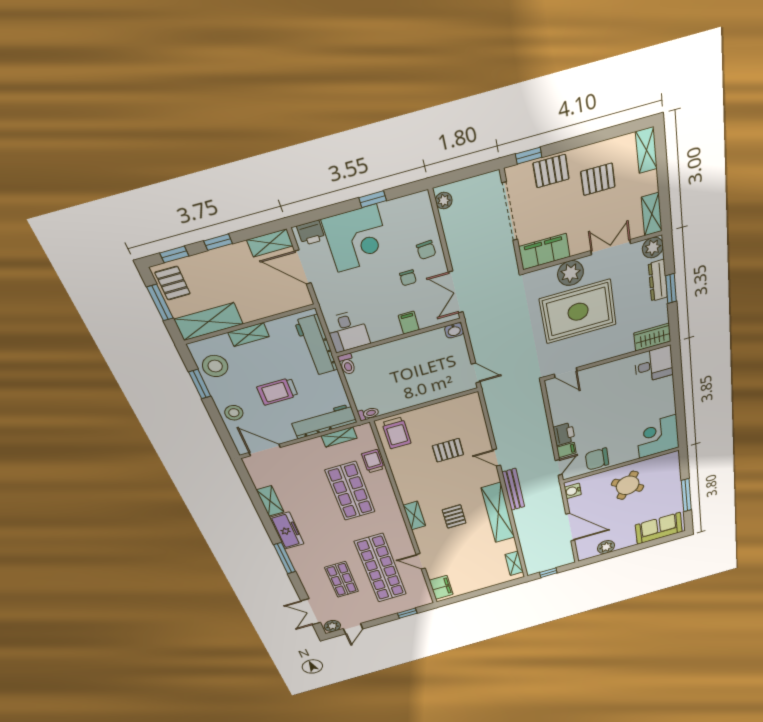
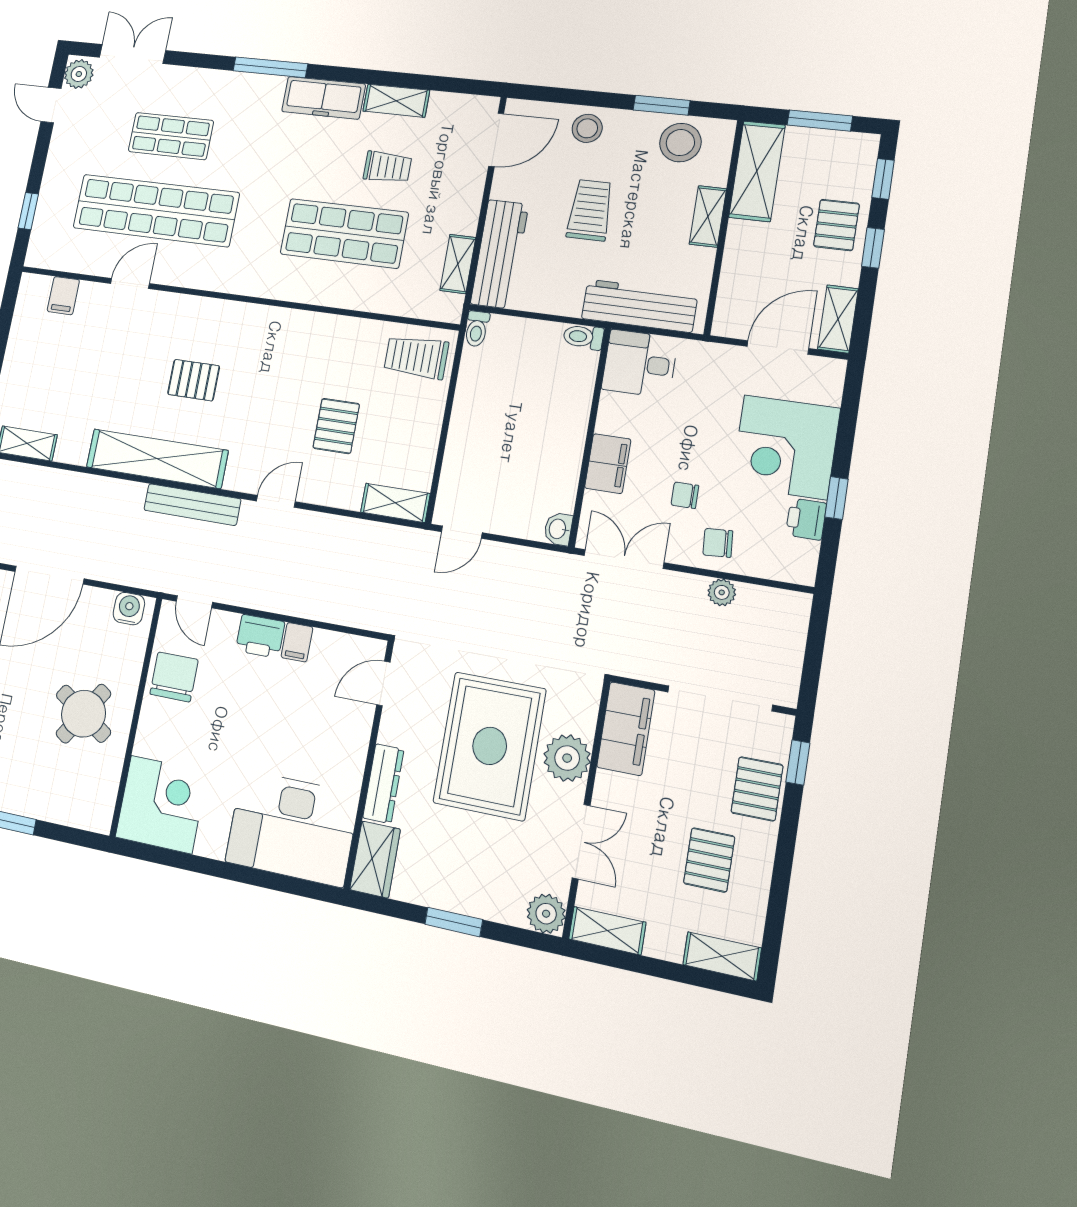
plant: (444, 201) -> (722, 592), moved
printer: (311, 233) -> (806, 519), moved
dresser: (658, 280) -> (383, 784), moved, turned 90
pallet: (173, 283) -> (836, 225), moved, turned 90
filing cabinet: (409, 323) -> (608, 464), width x2.00
desk: (654, 365) -> (292, 828), width x1.87, depth x1.30
filing cabinet: (566, 450) -> (297, 642), moved
trolley: (373, 461) -> (387, 167), moved
shelving: (414, 516) -> (395, 503), moved
filing cabinet: (441, 587) -> (63, 296), width x0.50

